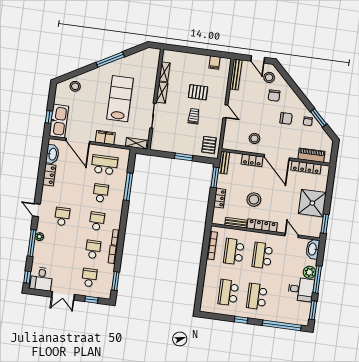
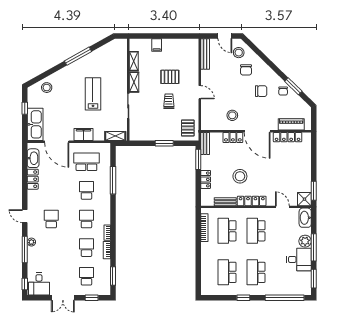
filing cabinet: (215, 63) -> (157, 45), moved
lab bench: (120, 99) -> (93, 94), width x0.73, depth x0.72
window: (49, 117) -> (25, 108), moved
shower: (312, 203) -> (304, 199), moved, width x0.54, depth x0.54

